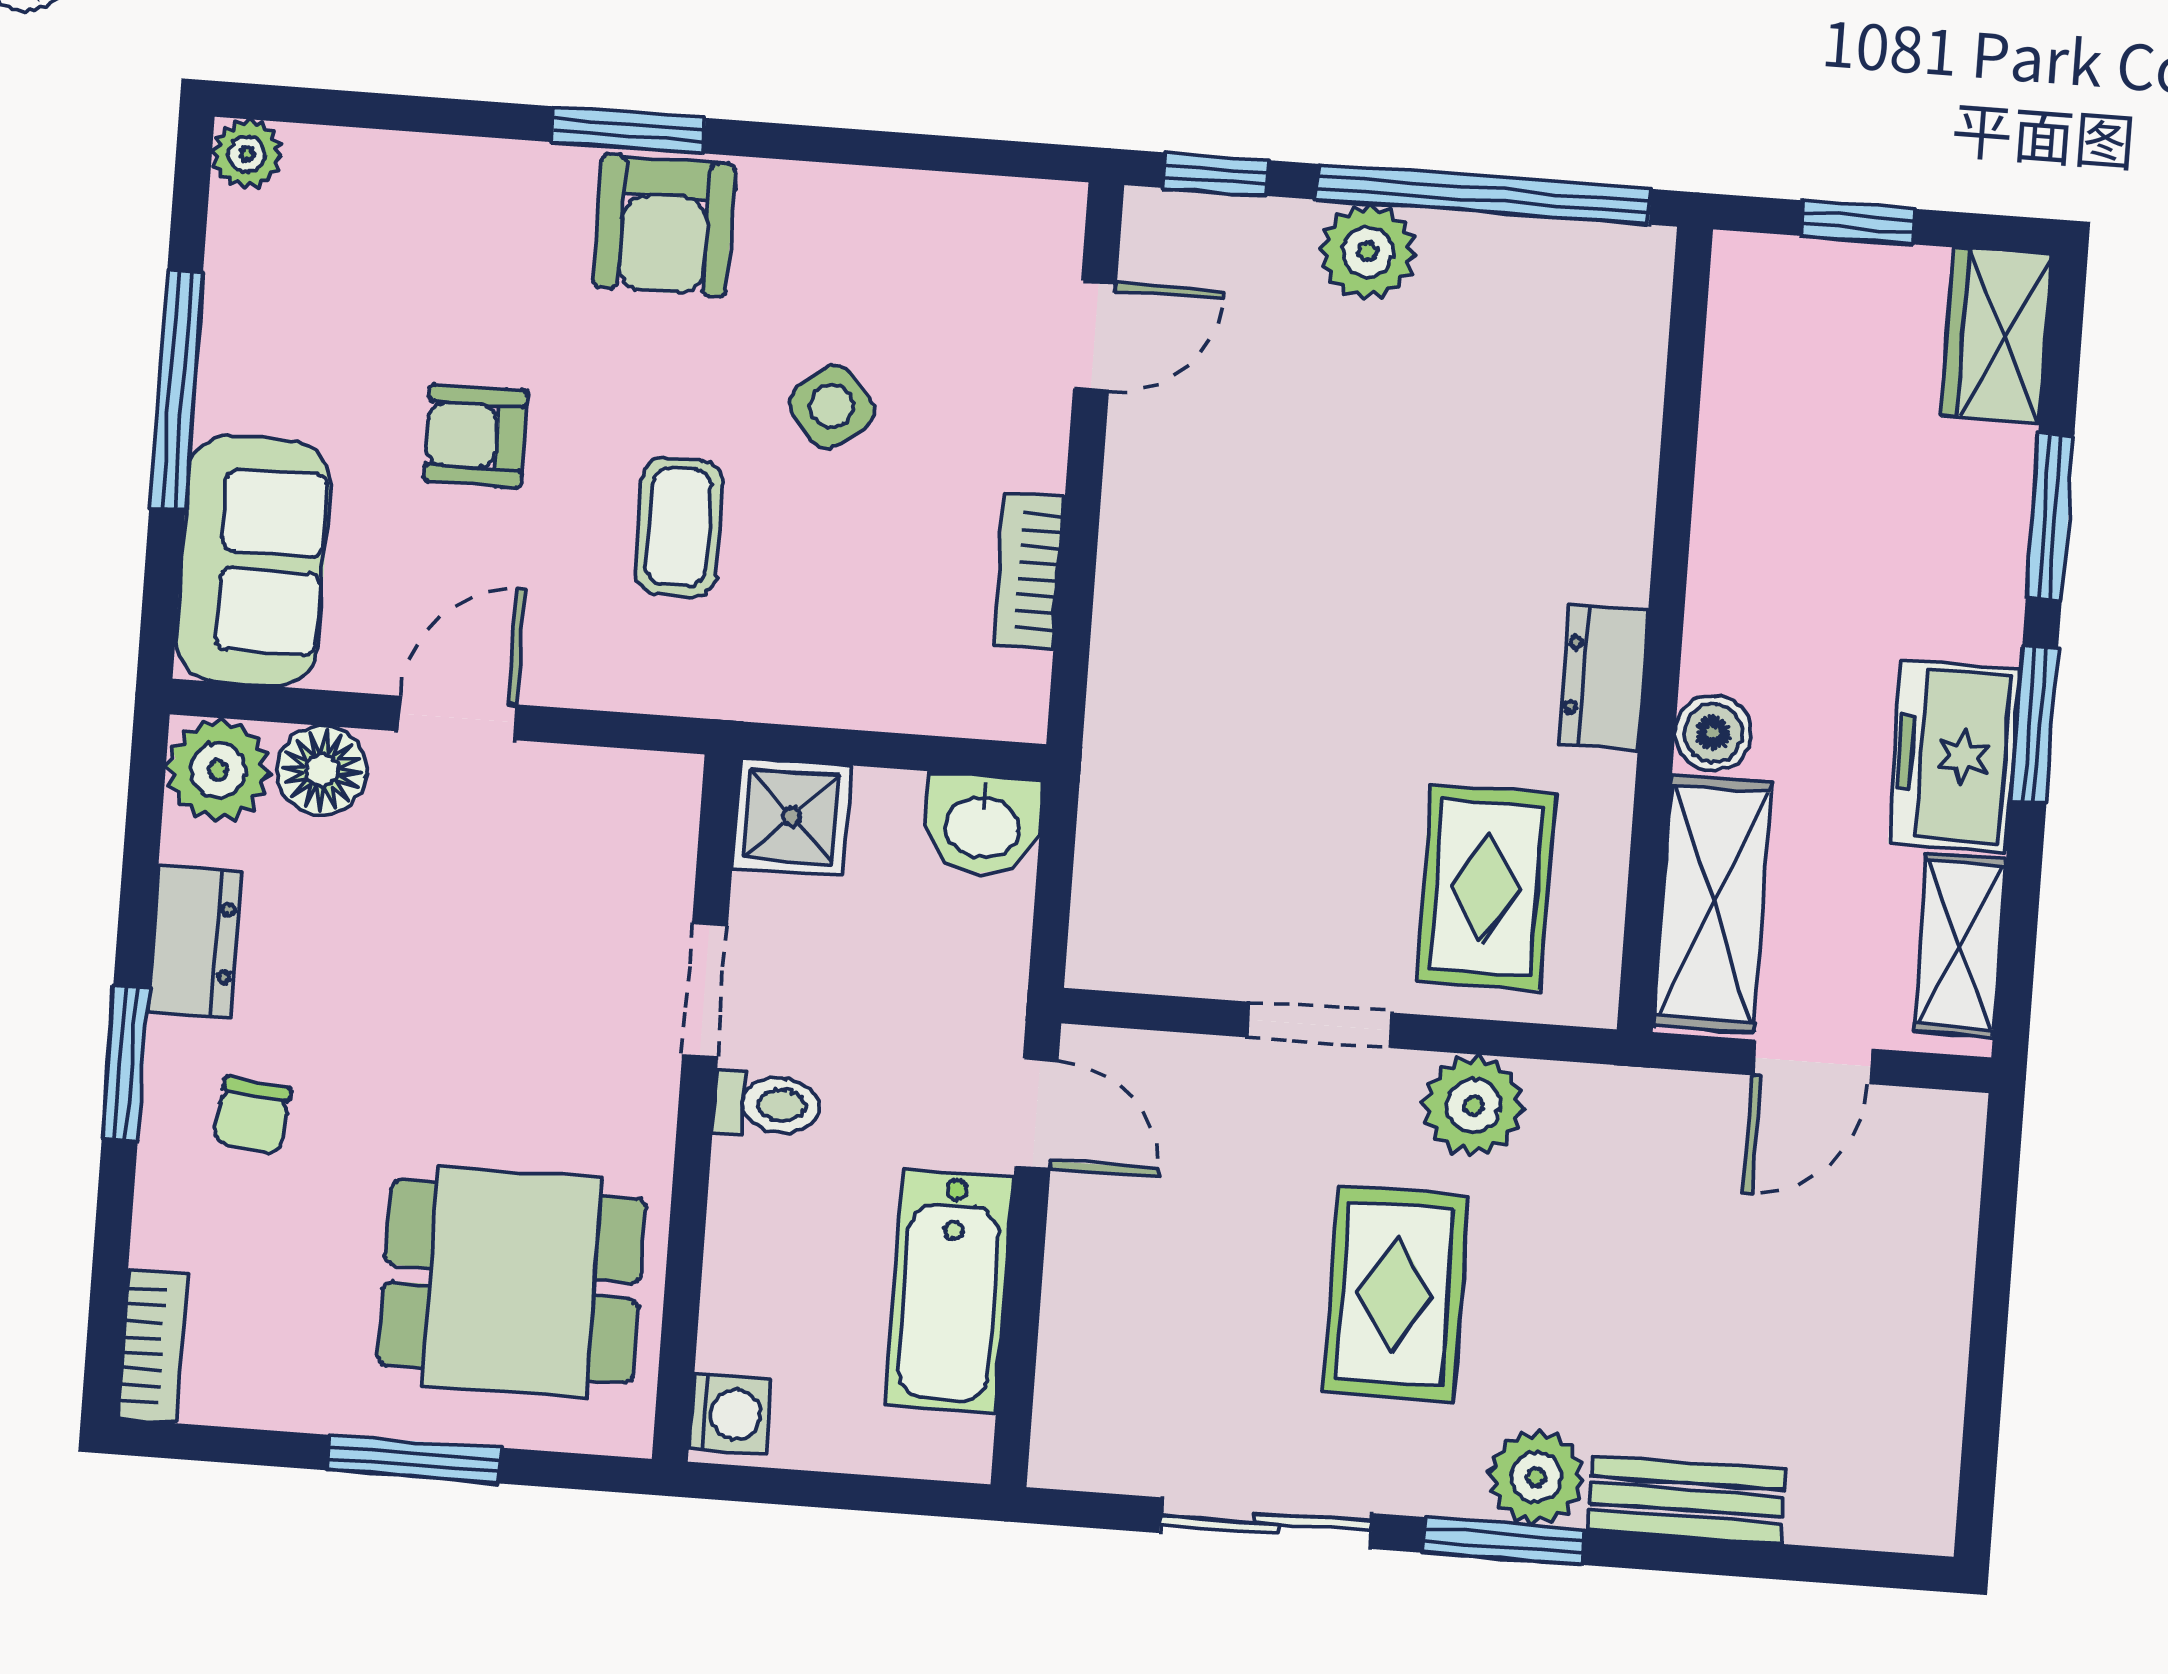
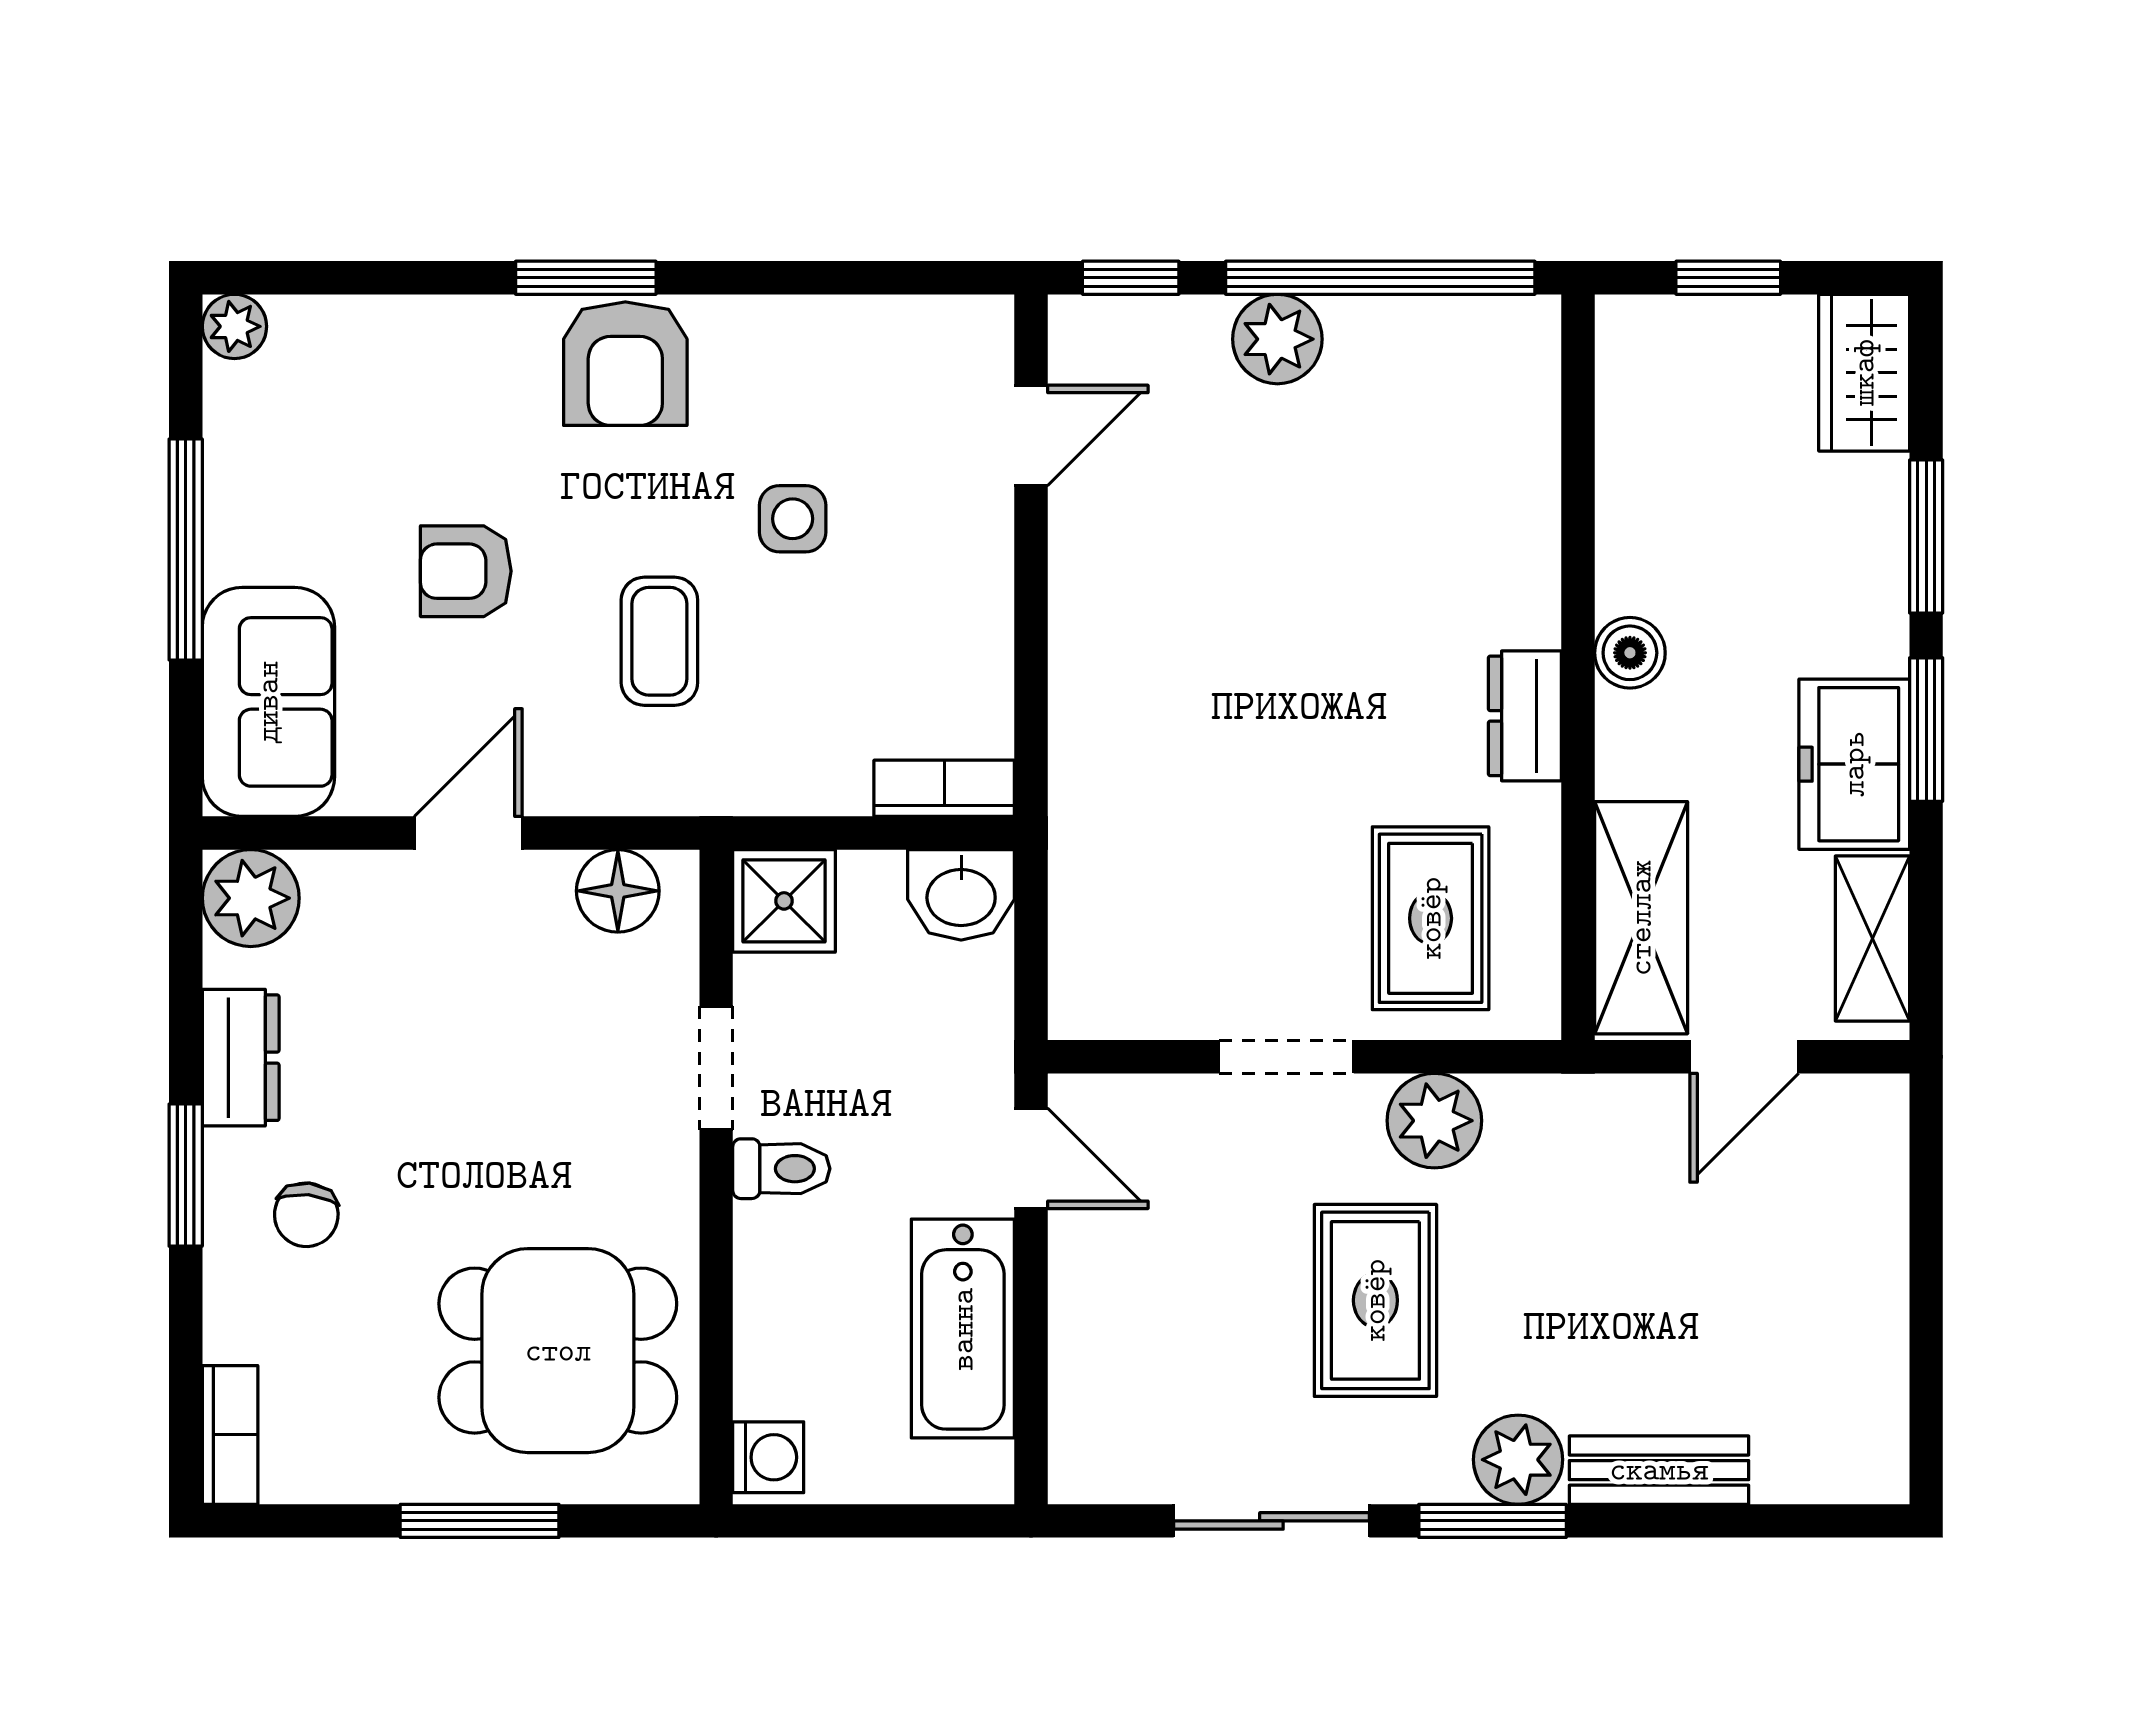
side table: (832, 406) -> (793, 519), turned 38
bookcase: (1029, 571) -> (944, 788), moved, turned 90
boiler: (1713, 733) -> (1630, 653), moved
floor lamp: (322, 770) -> (618, 891), moved

